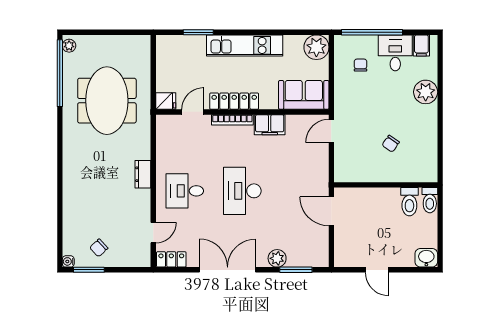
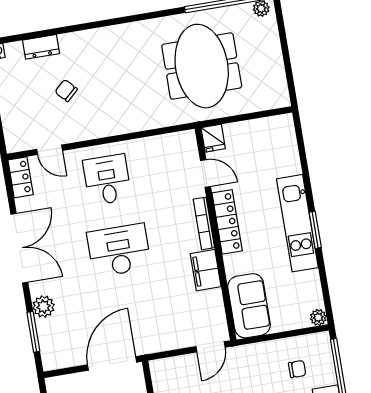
window: (198, 32) -> (315, 230), moved
plant: (316, 47) -> (318, 317), width x0.53, depth x0.53
meeting table: (107, 101) -> (202, 66), turned 90
door: (331, 131) -> (211, 347), swing flipped
dresser: (143, 174) -> (41, 47), moved, turned 180
door: (331, 211) -> (112, 363), width x1.36
chair: (99, 248) -> (66, 91), moved

